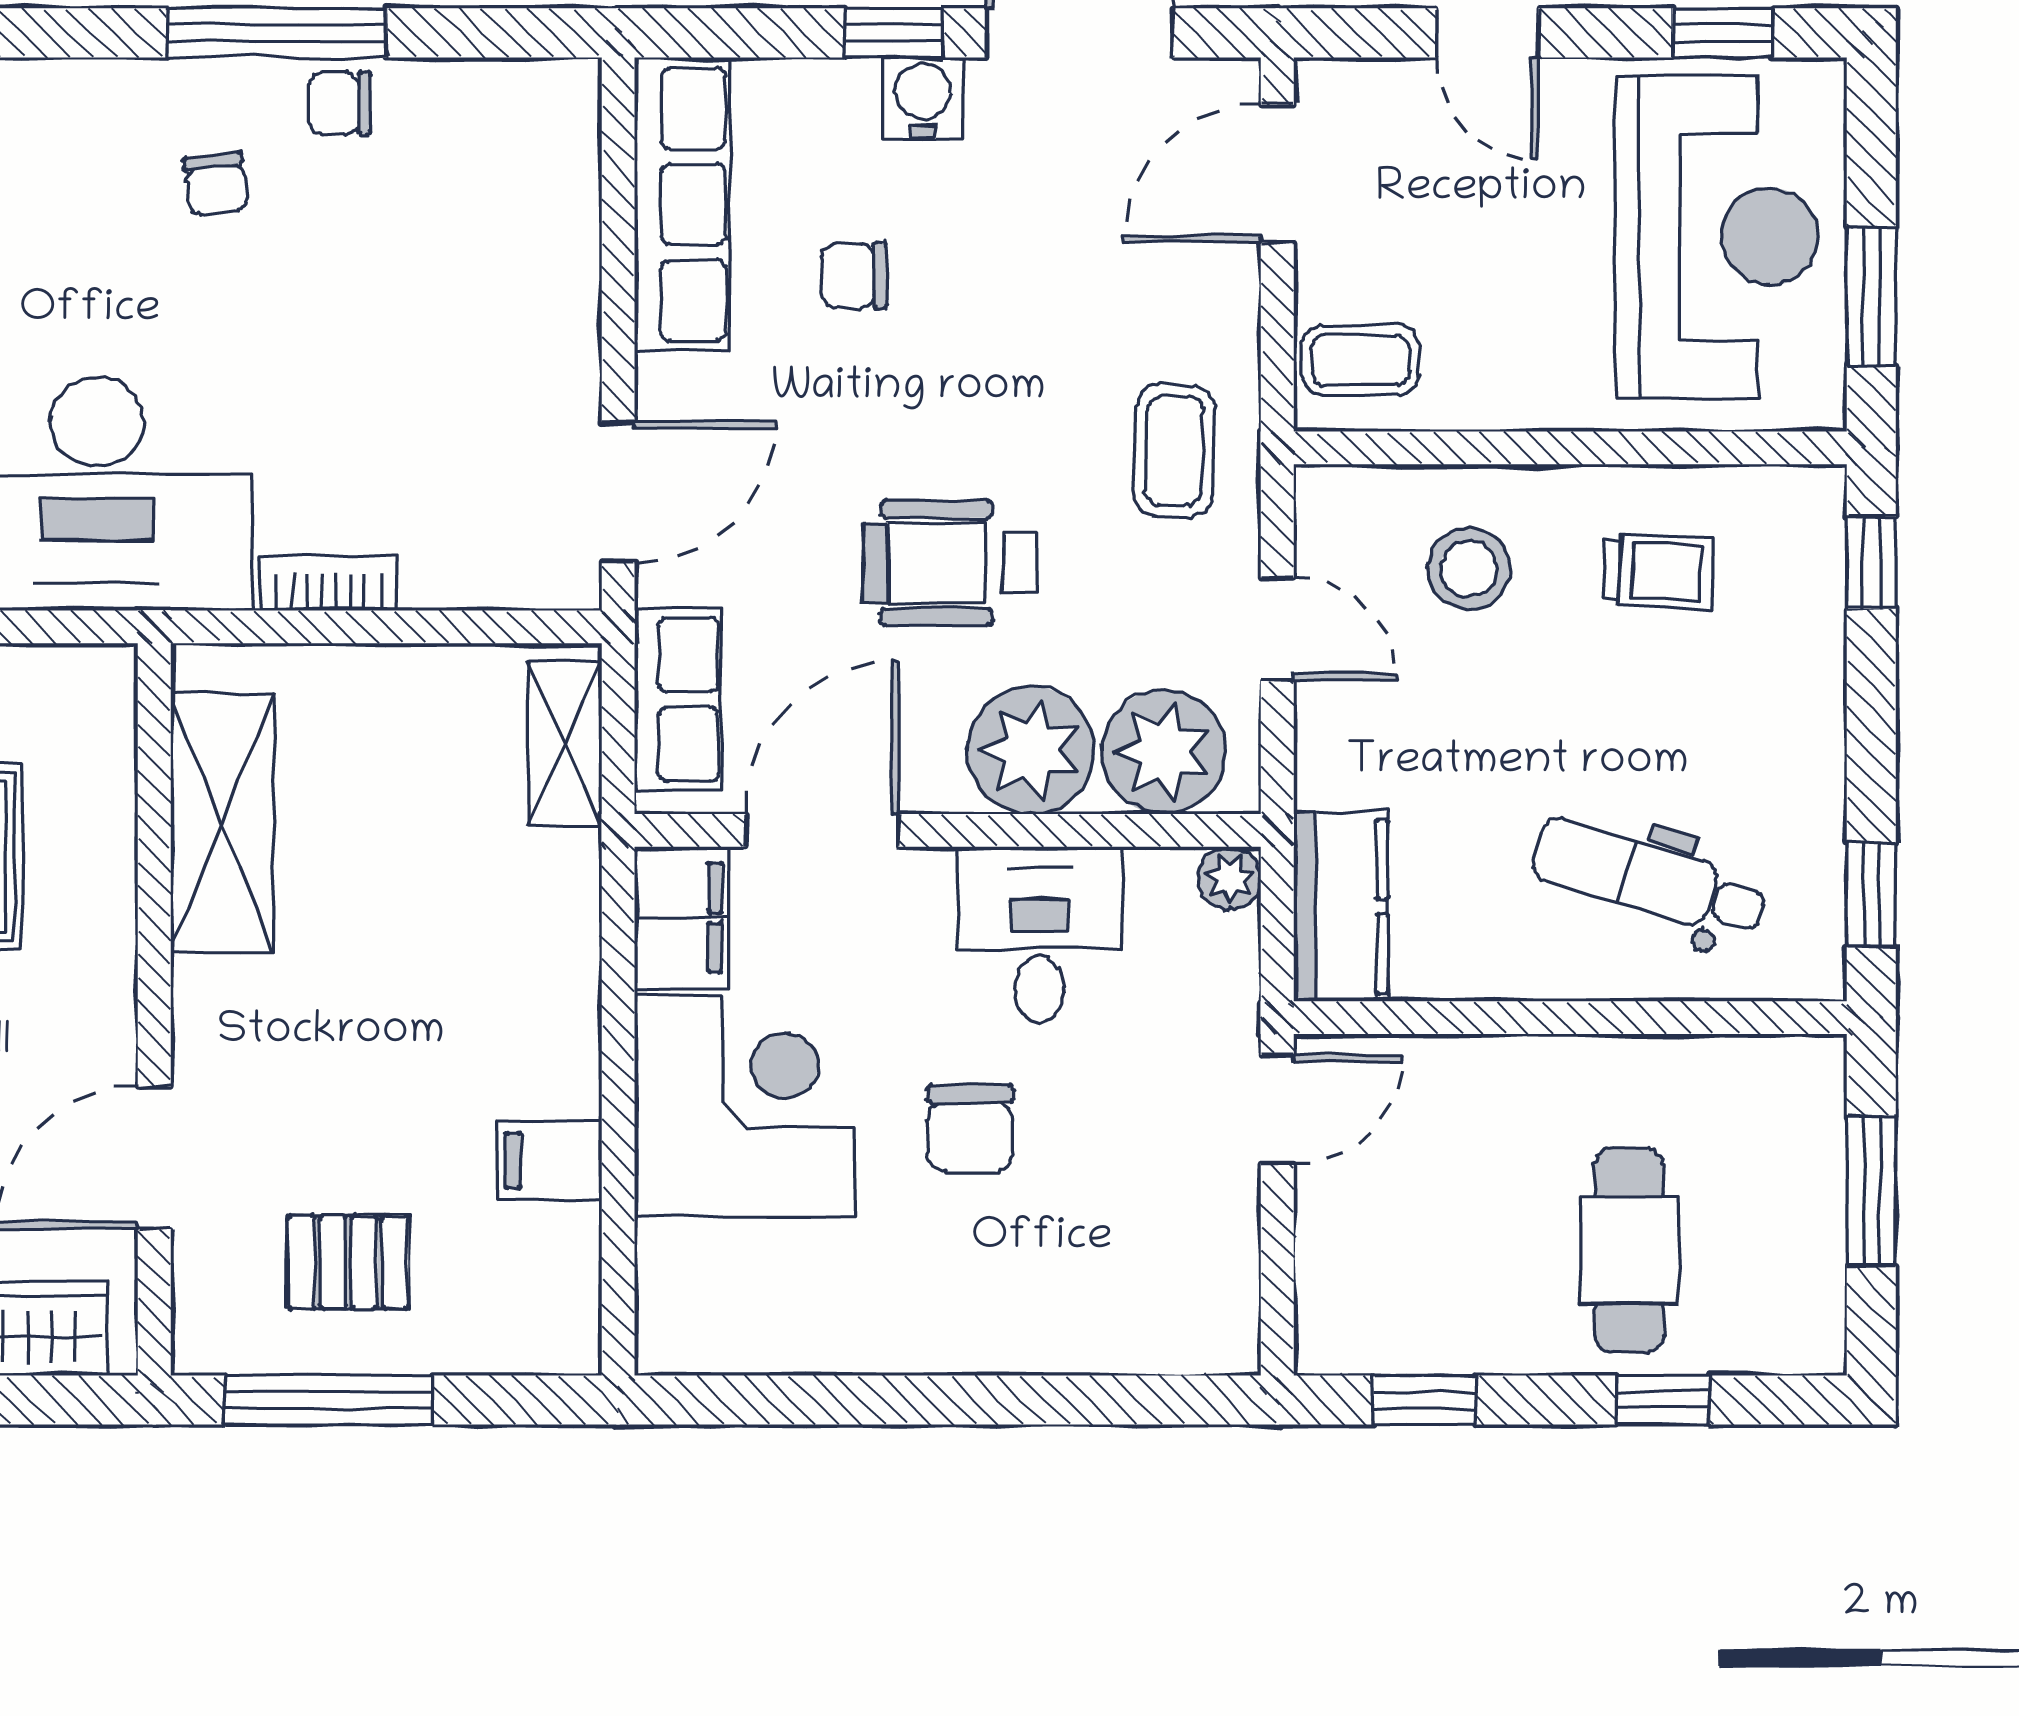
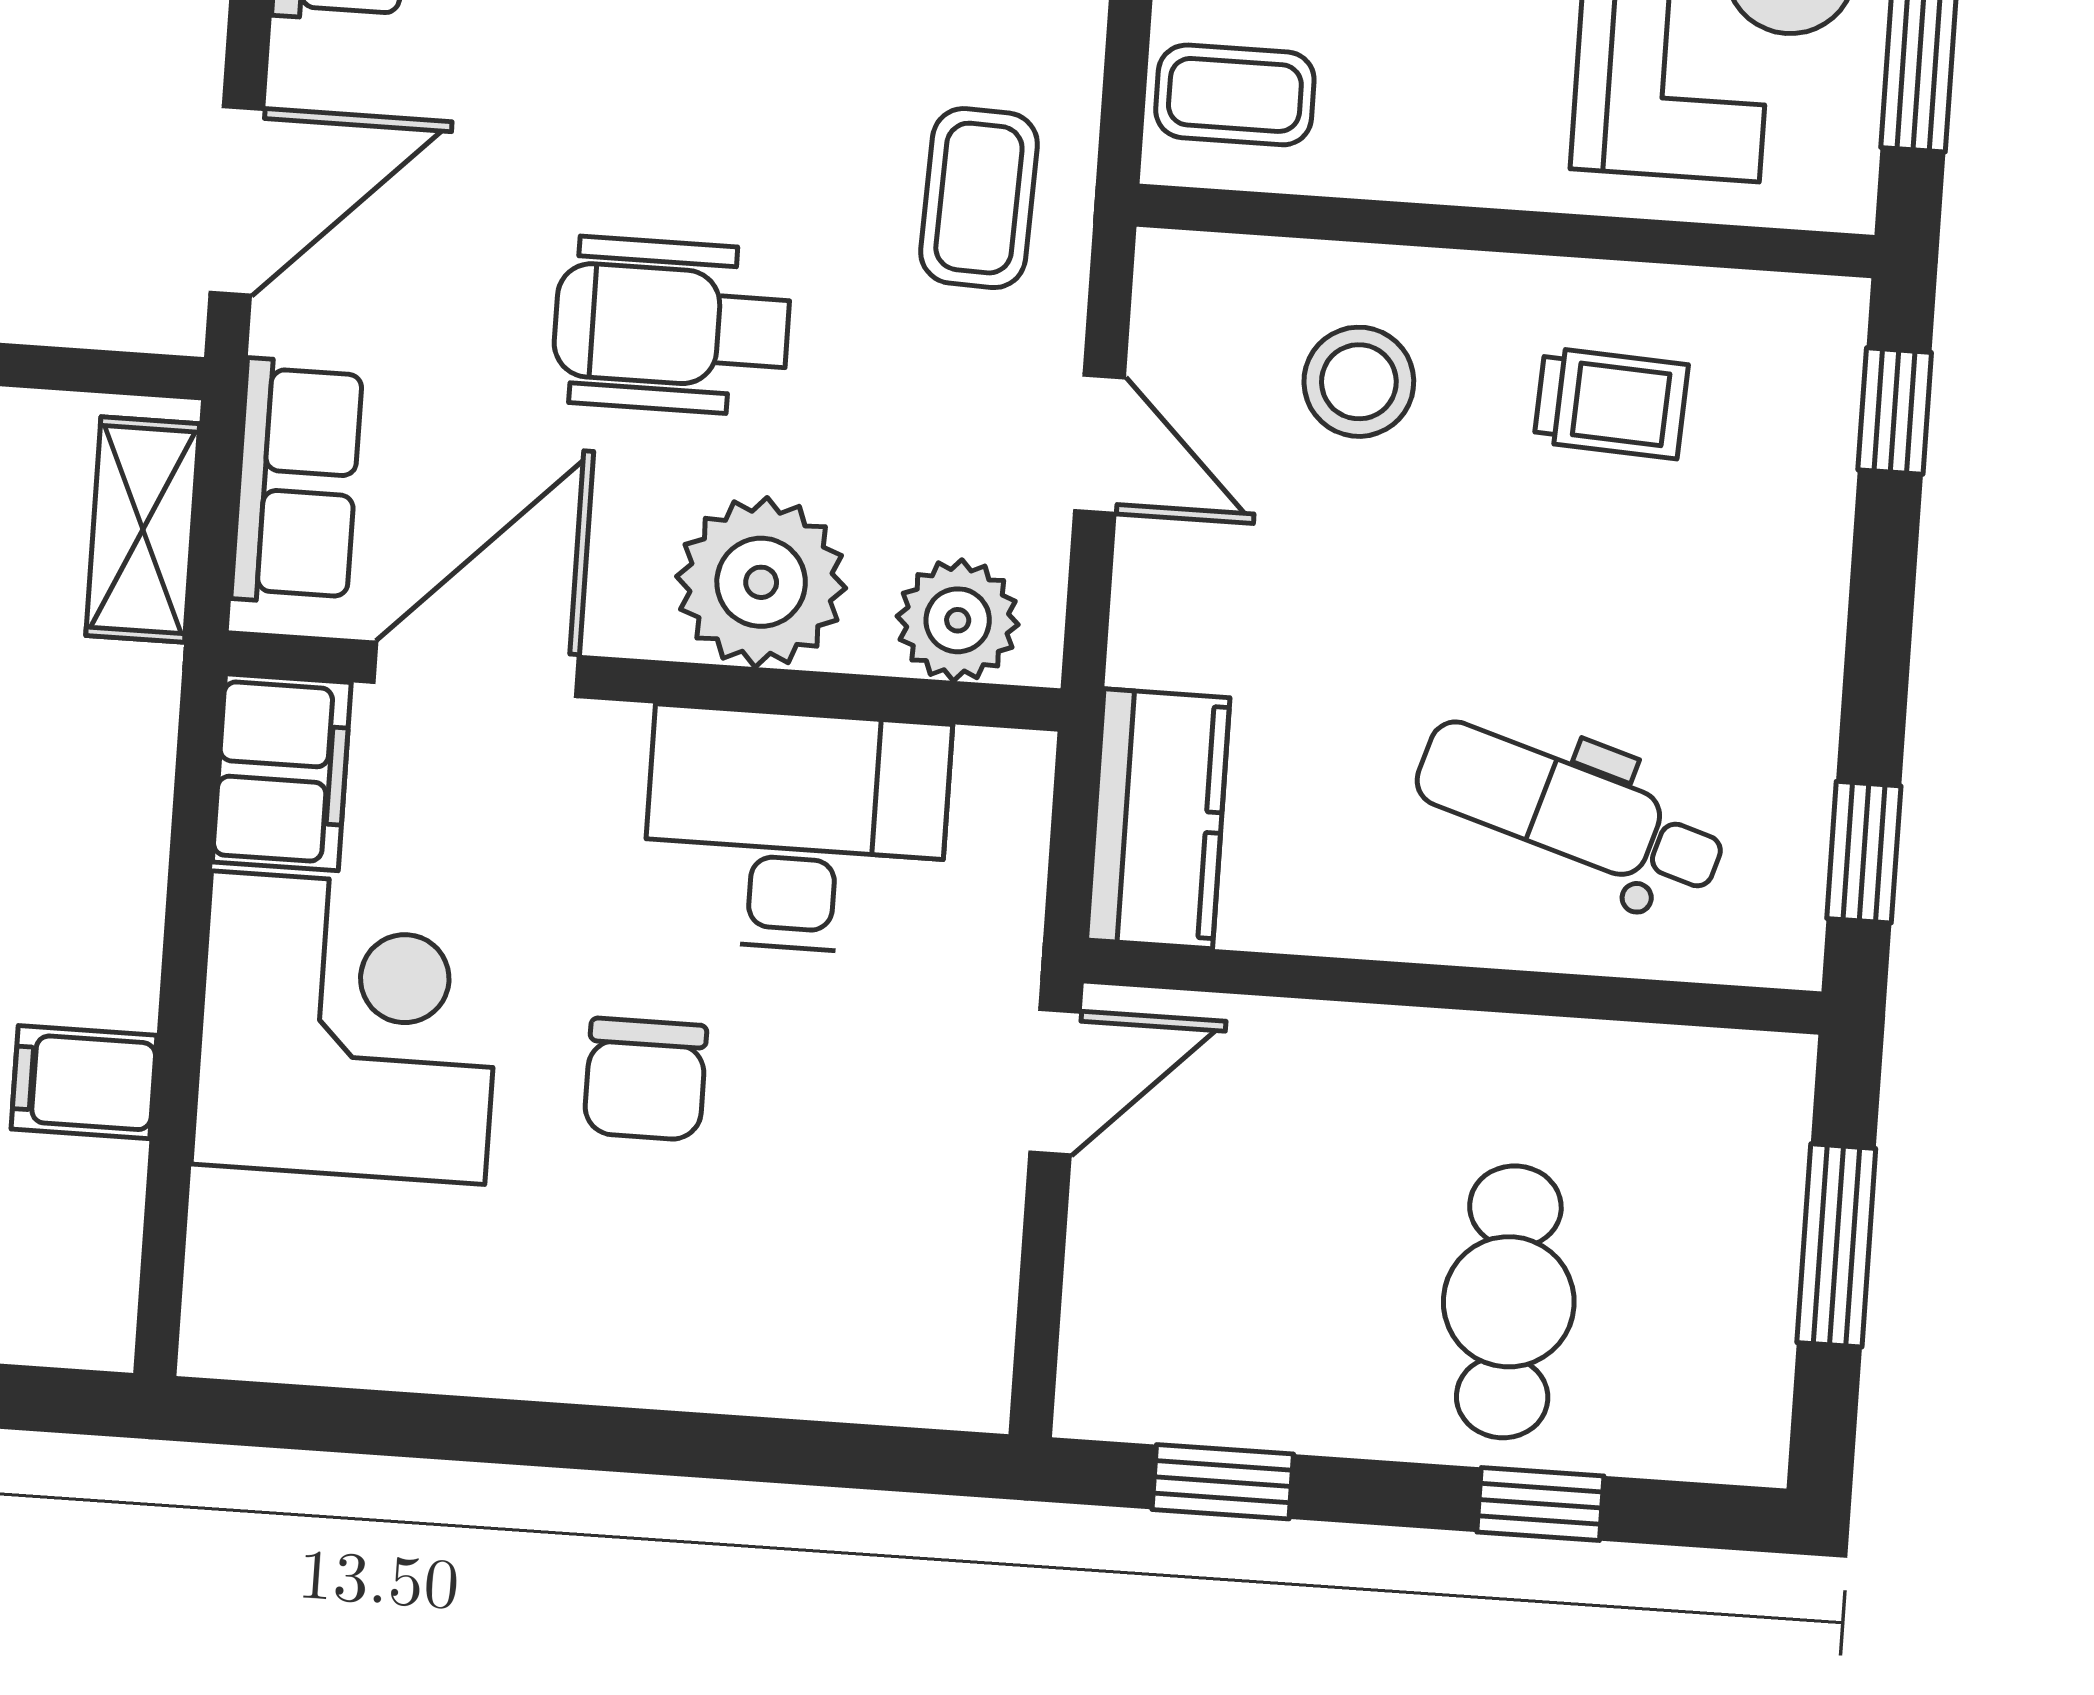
plant: (1164, 752) -> (958, 620), width x0.73, depth x0.73
plant: (1230, 878) -> (1013, 771), removed
desk: (1040, 935) -> (796, 831), width x1.37

